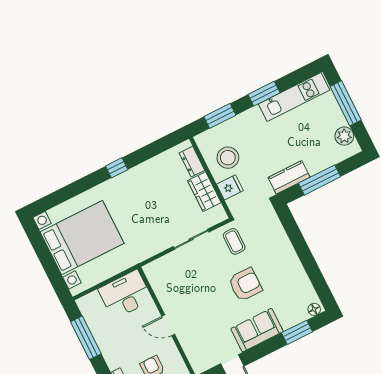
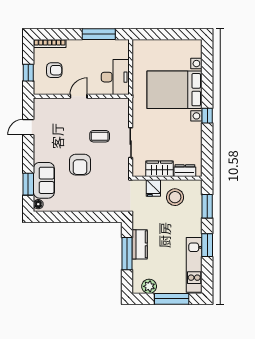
kitchen counter: (289, 177) -> (140, 244), moved
bed with nightstands: (82, 238) -> (174, 90), moved, turned 90
coffee table: (234, 241) -> (100, 136), moved
sofa: (257, 330) -> (44, 180), moved

